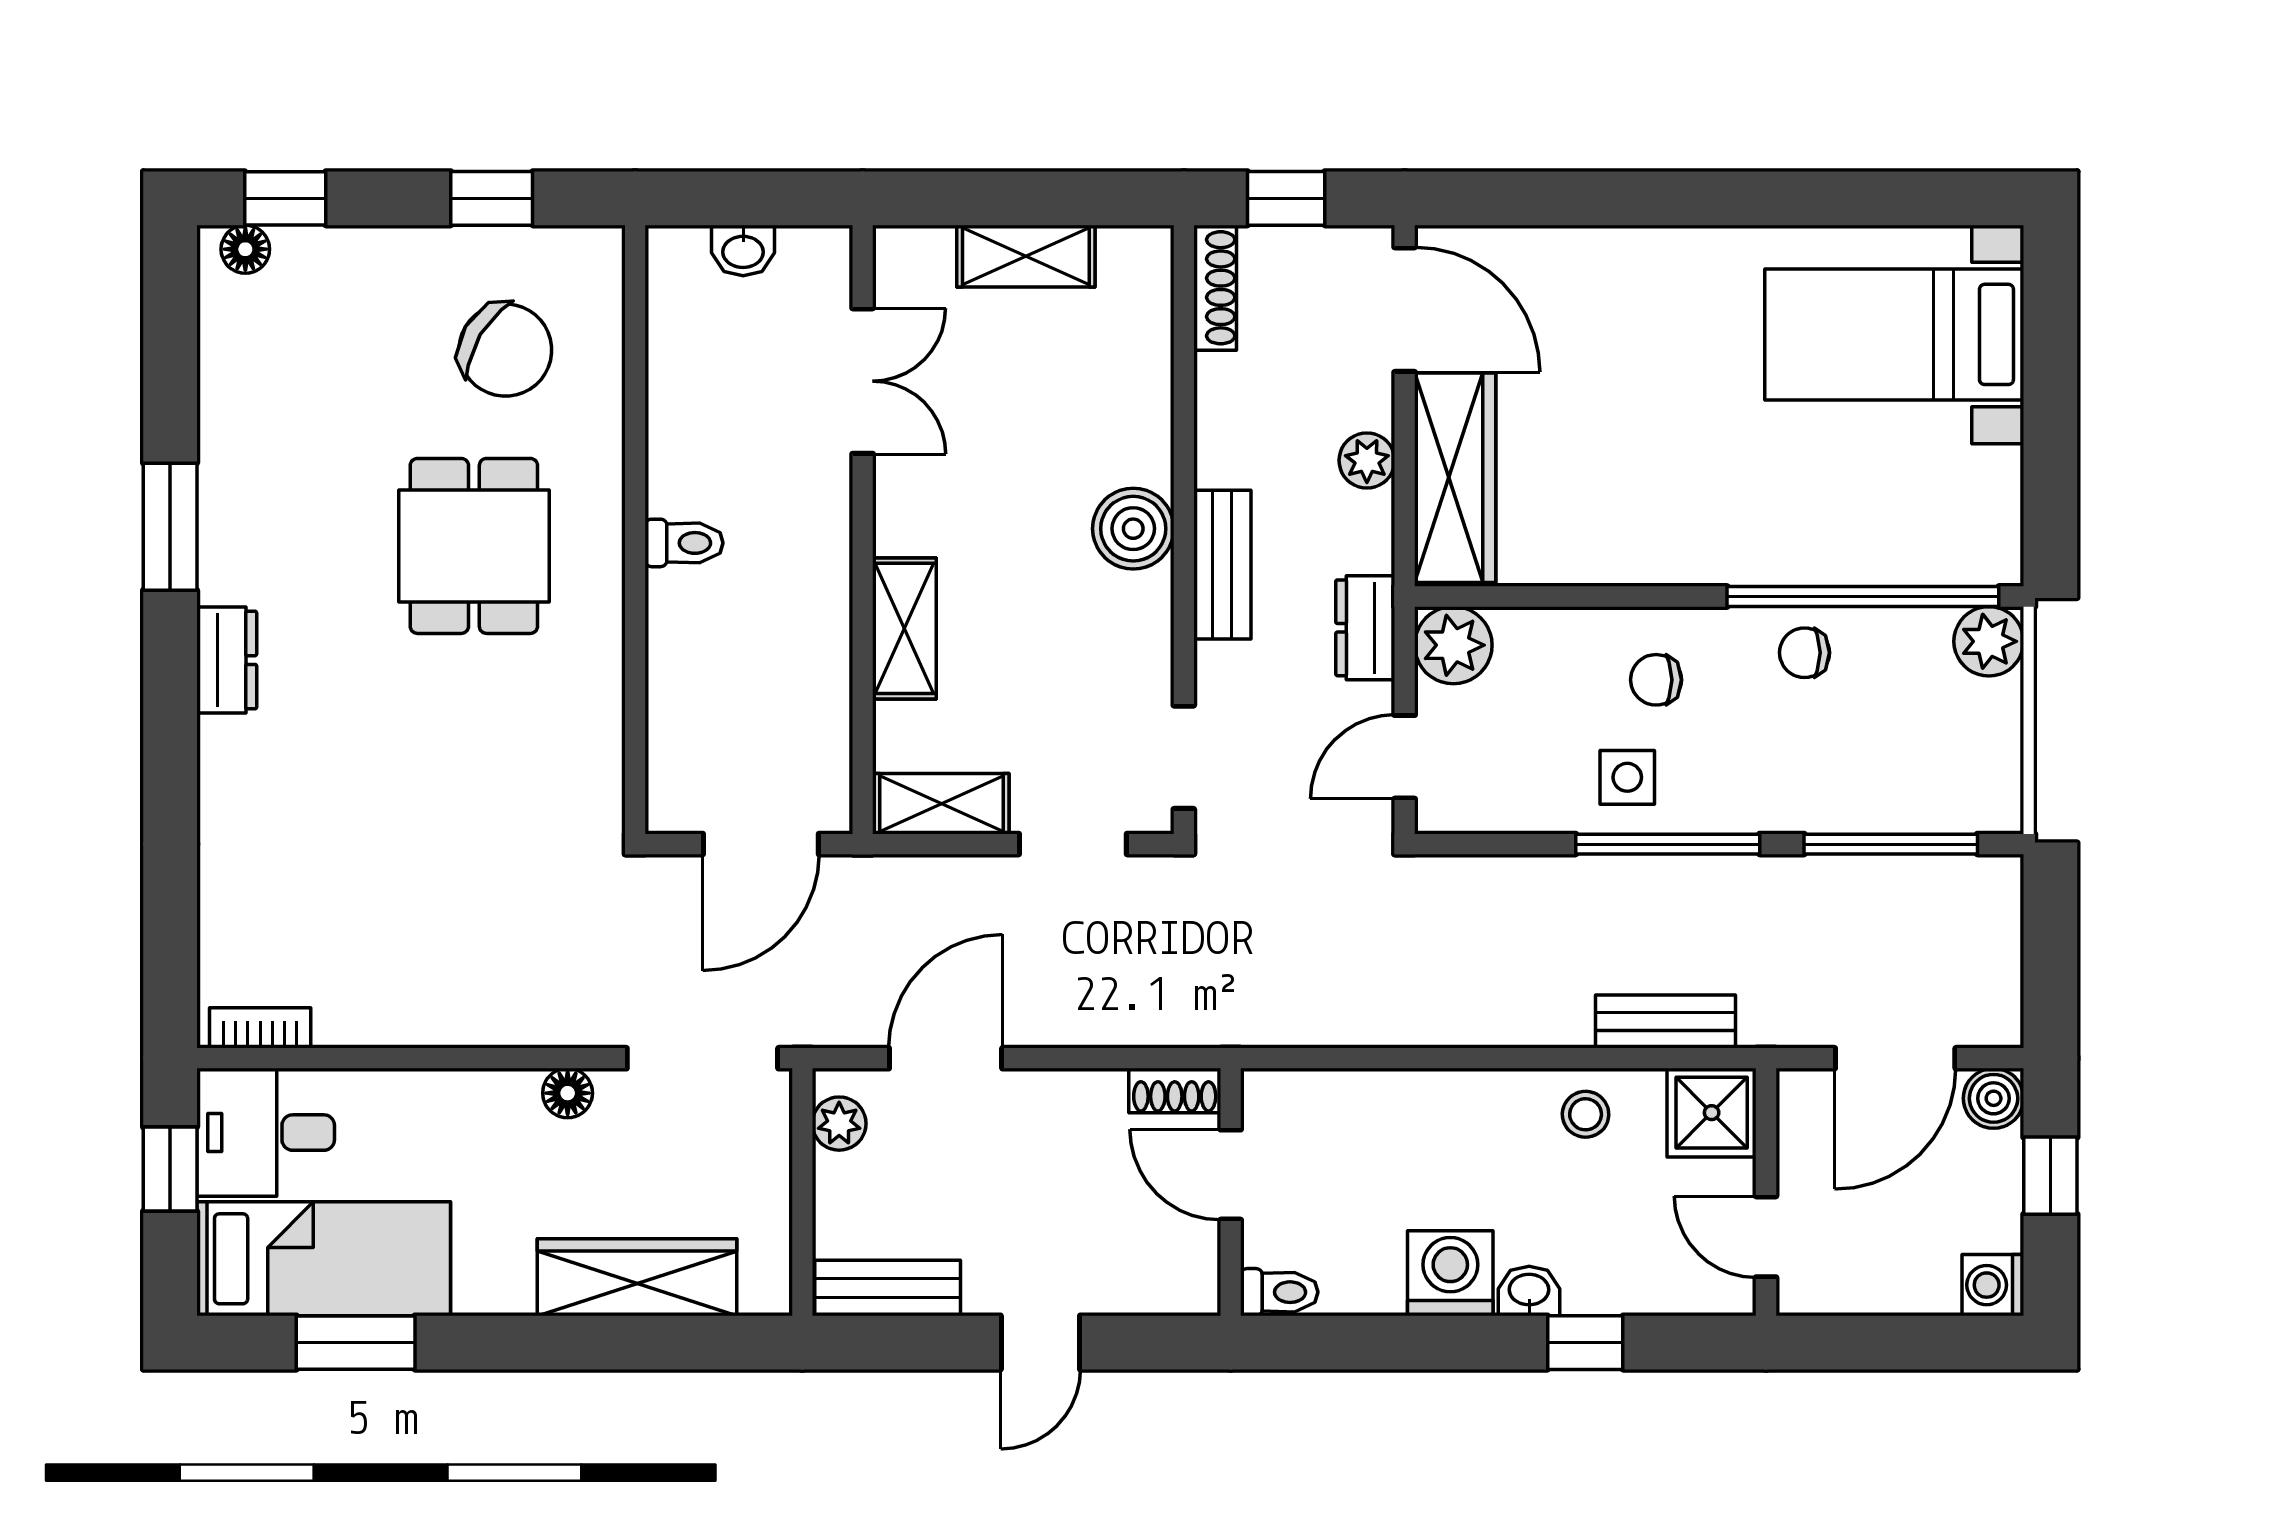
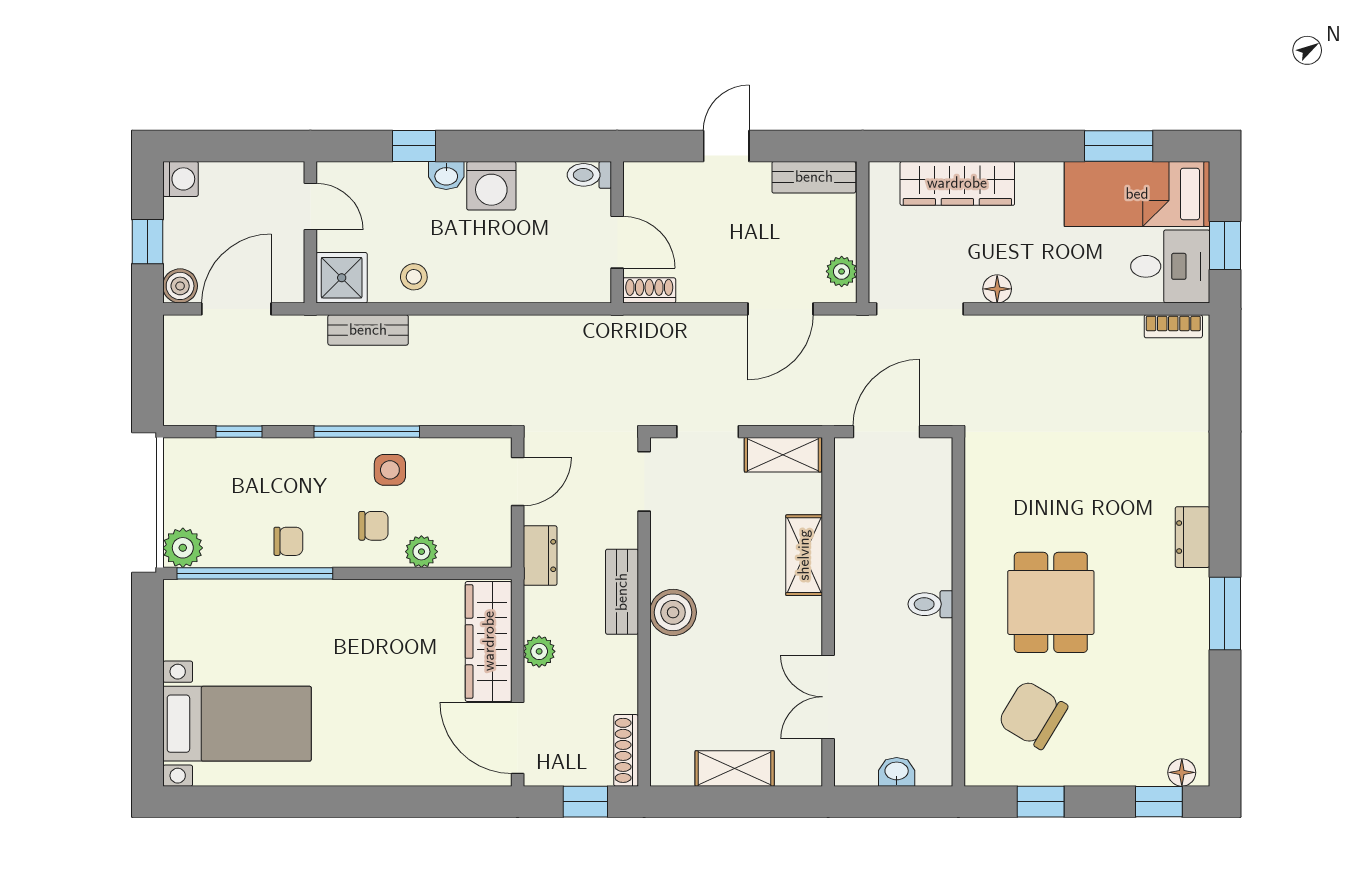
plant: (1453, 645) -> (421, 552), moved, width x0.73, depth x0.73
window: (1891, 844) -> (239, 432), width x0.46

